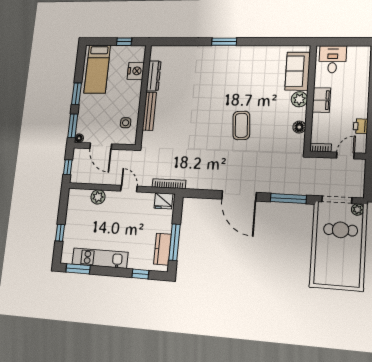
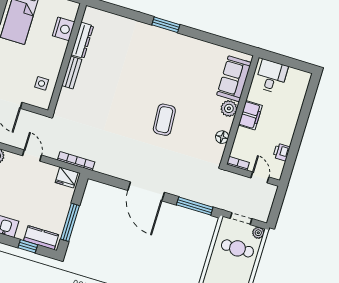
bench: (149, 111) -> (72, 72), width x0.73
door: (345, 156) -> (260, 177), hinge flipped
doorway: (337, 200) -> (241, 219), width x0.73
kitchen counter: (162, 249) -> (41, 238), moved, turned 90

